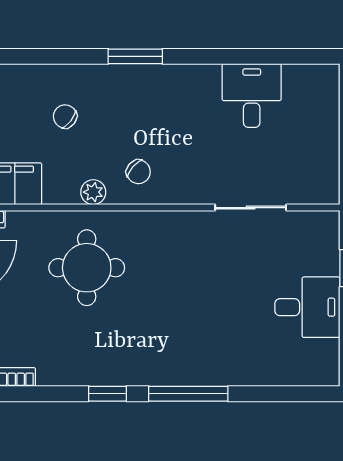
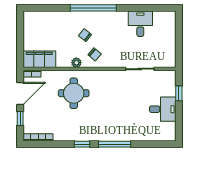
window: (135, 56) -> (93, 8), width x2.11
chair: (65, 116) -> (85, 35), moved

